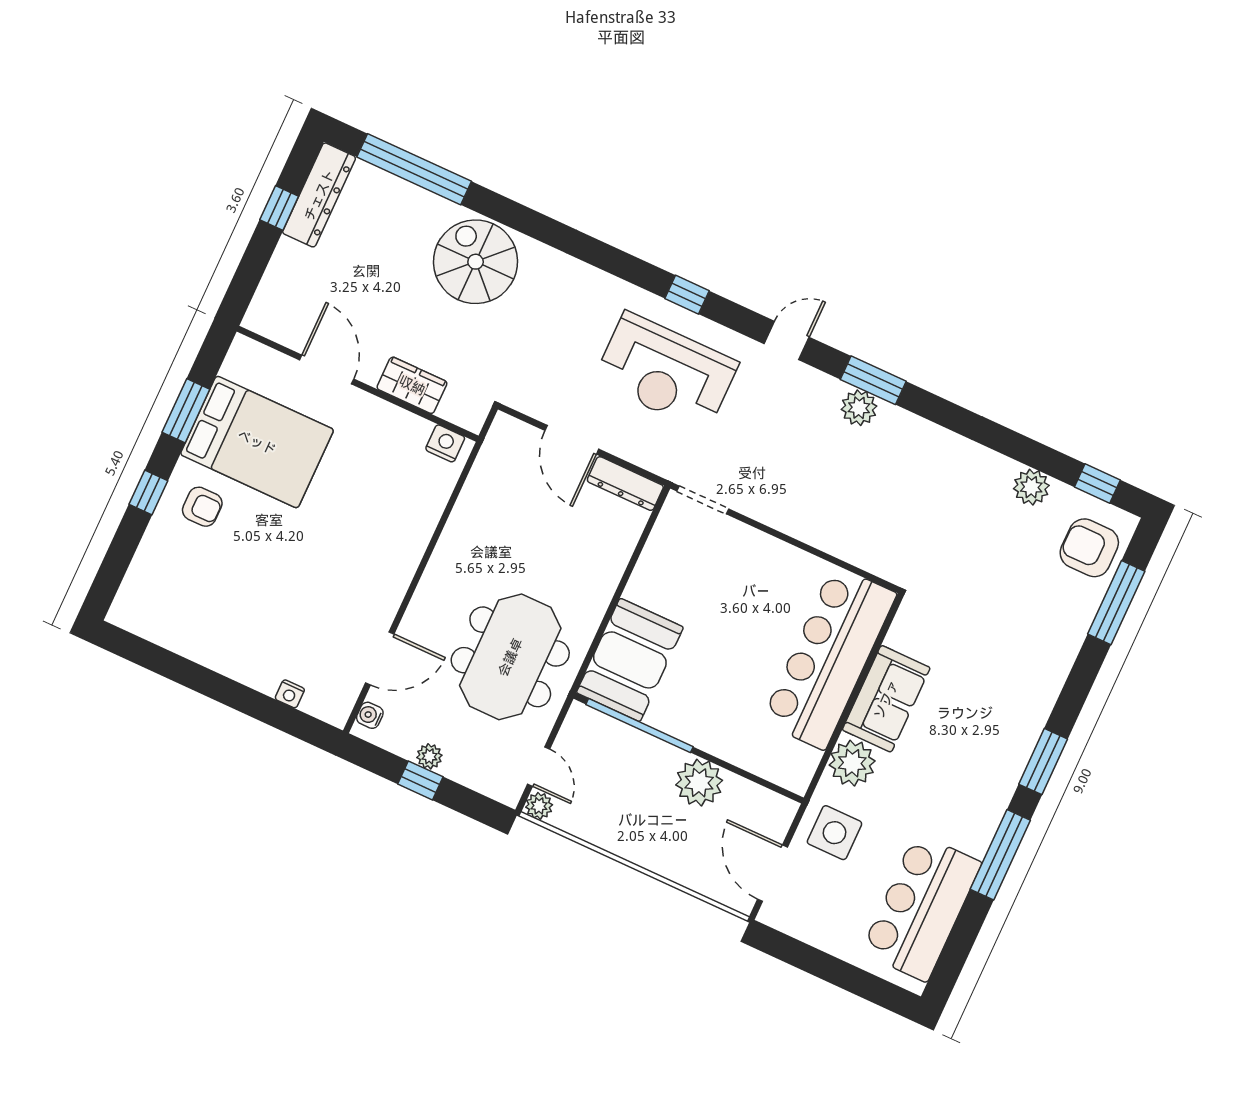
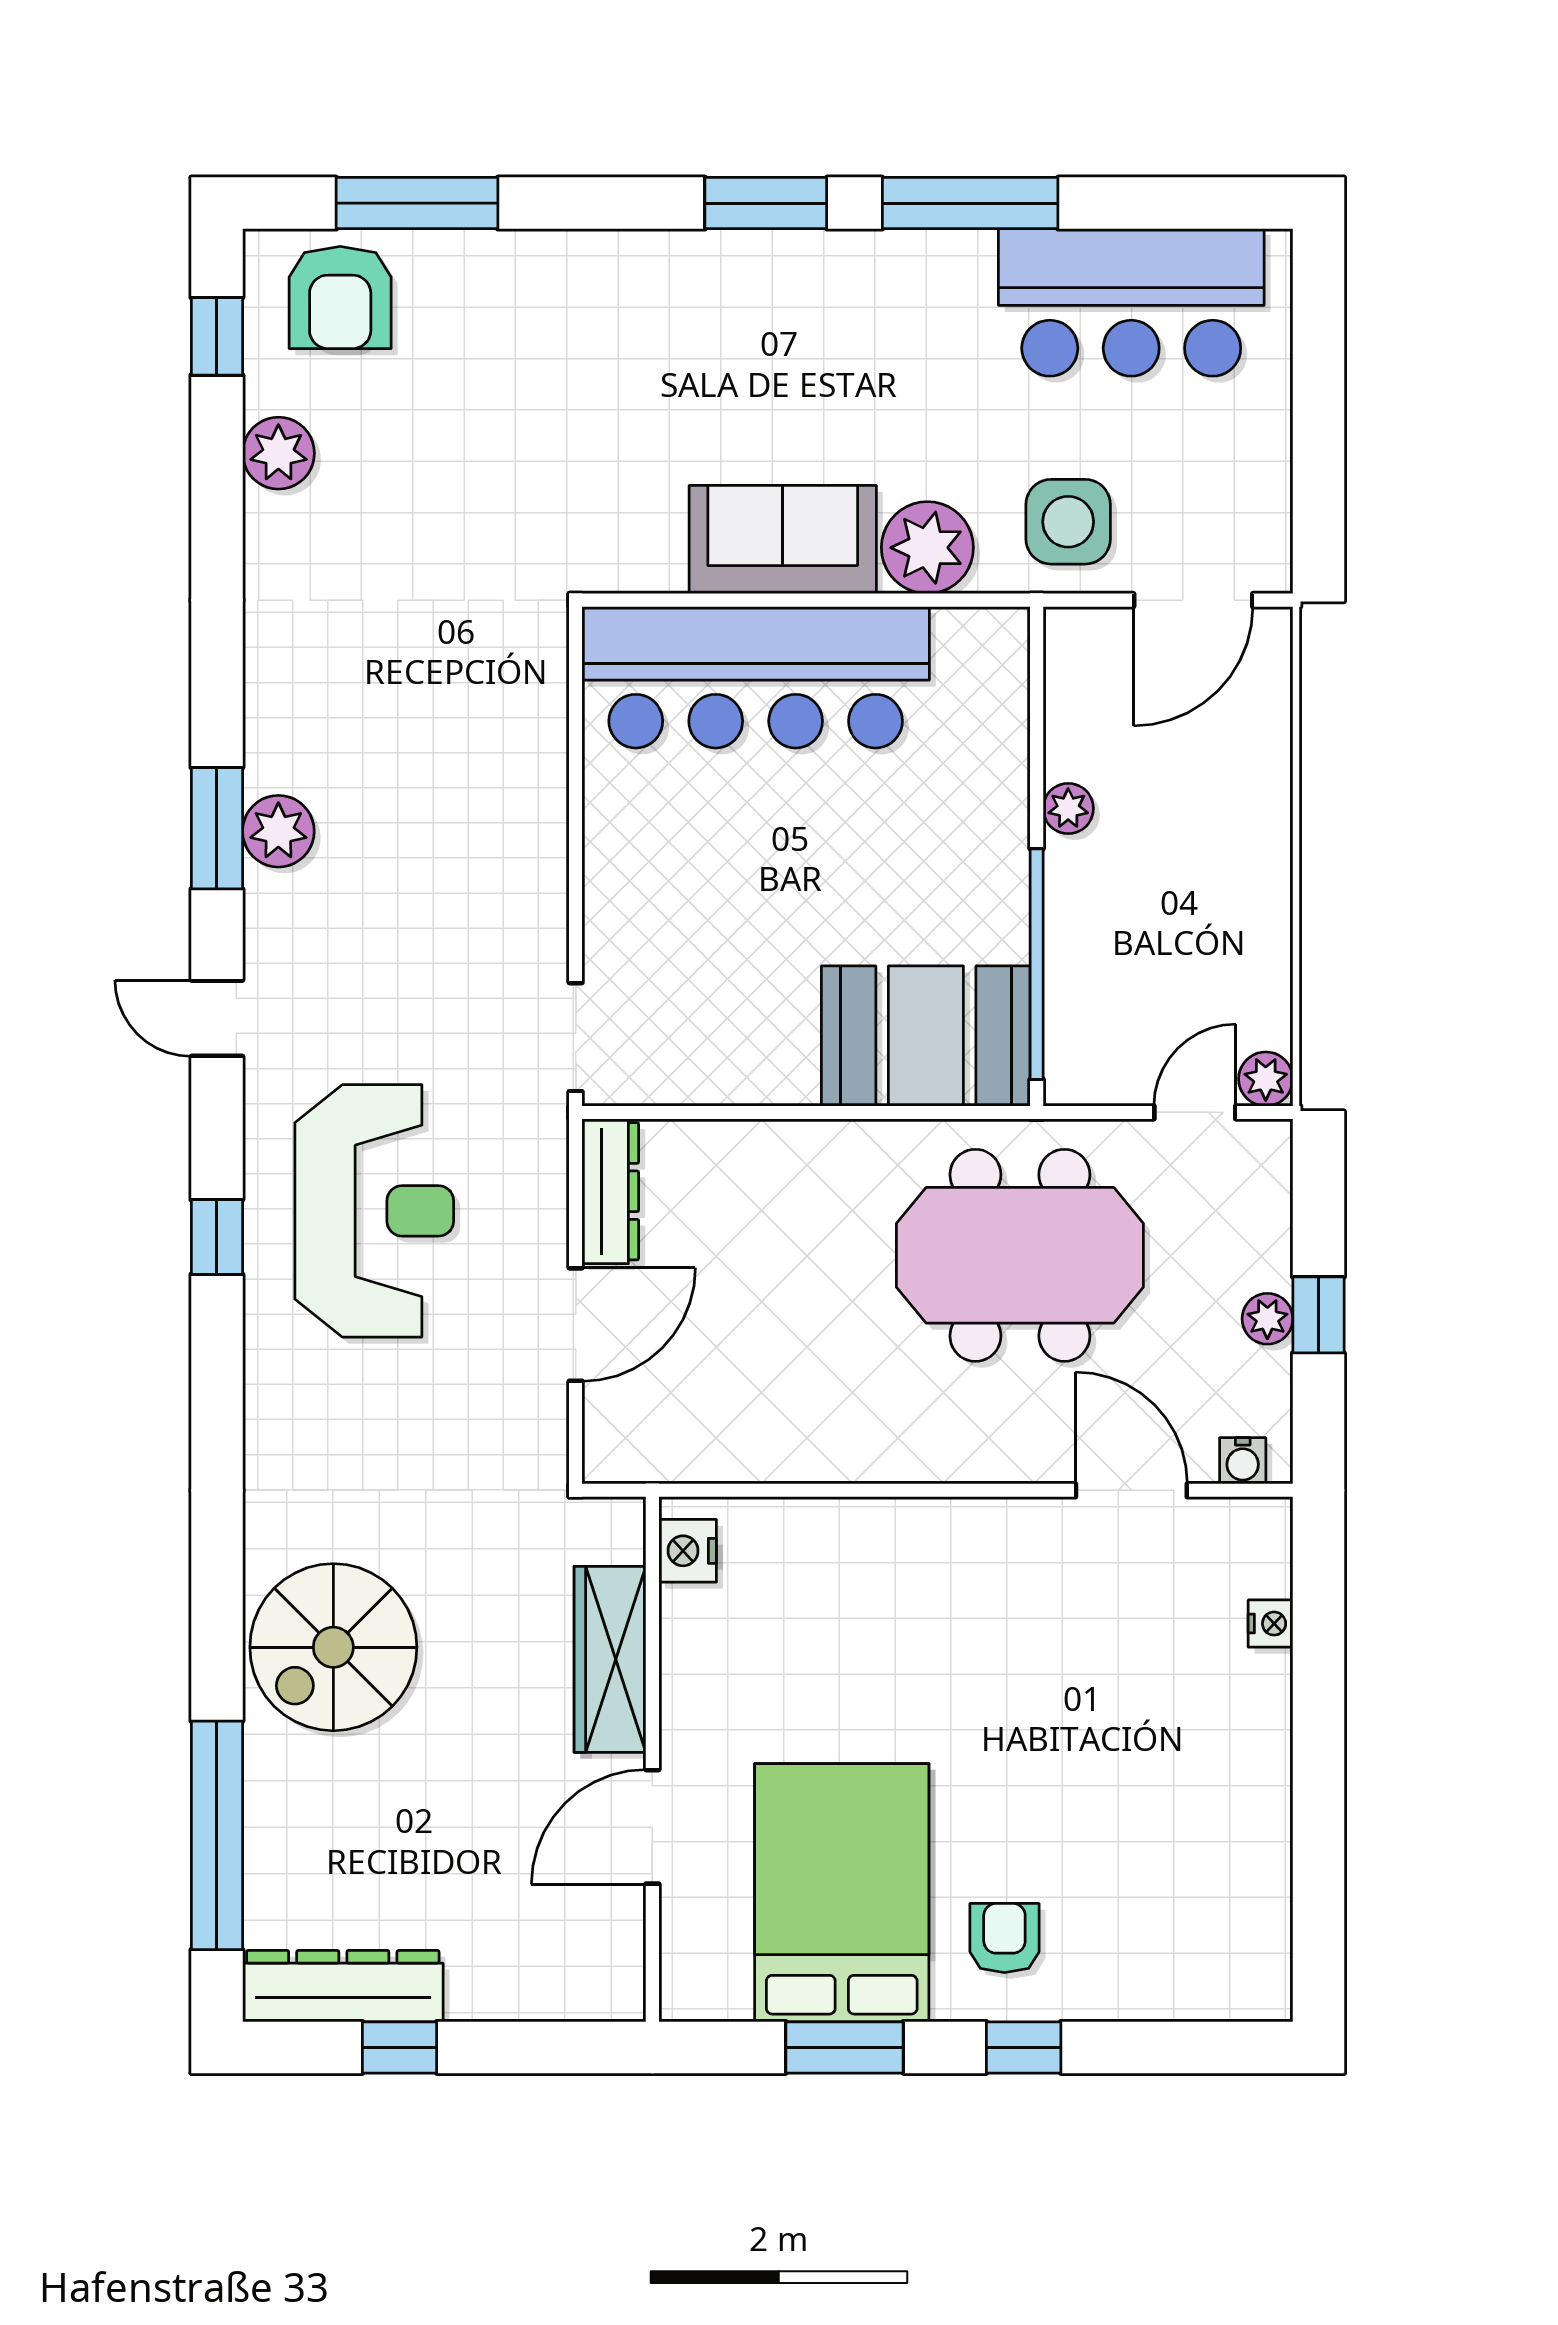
wardrobe: (412, 385) -> (610, 1659), width x1.50
plant: (699, 783) -> (1068, 808), width x0.53, depth x0.53

